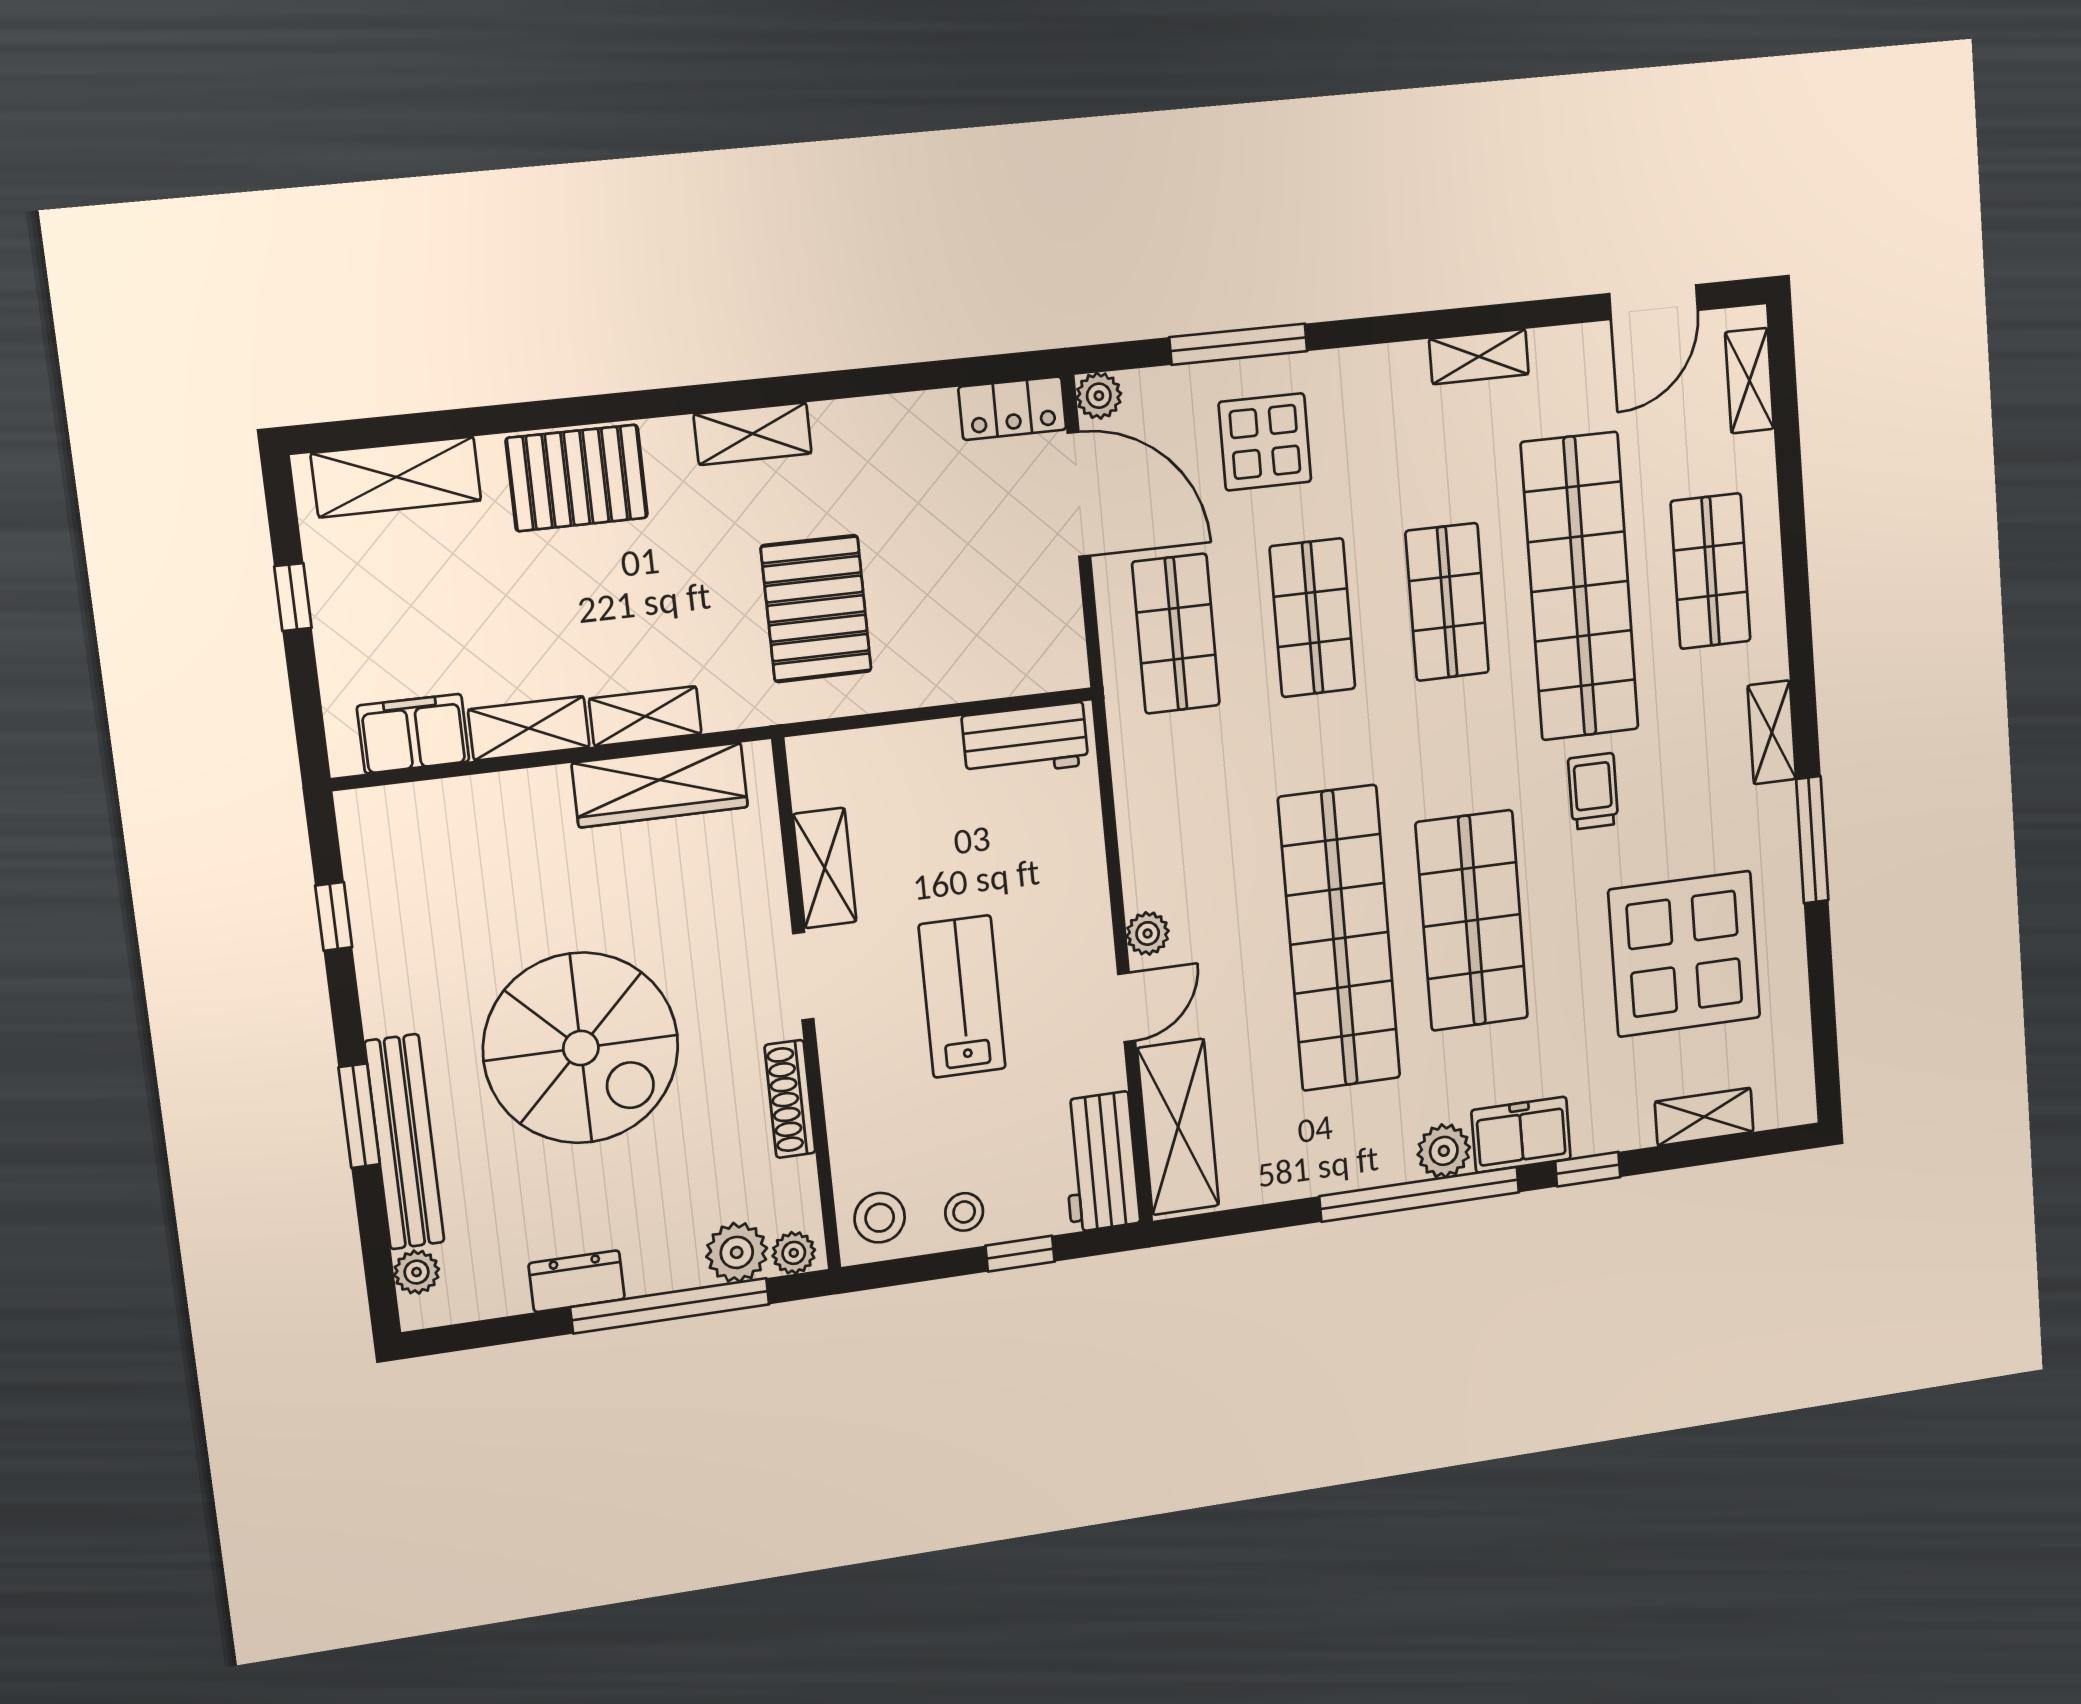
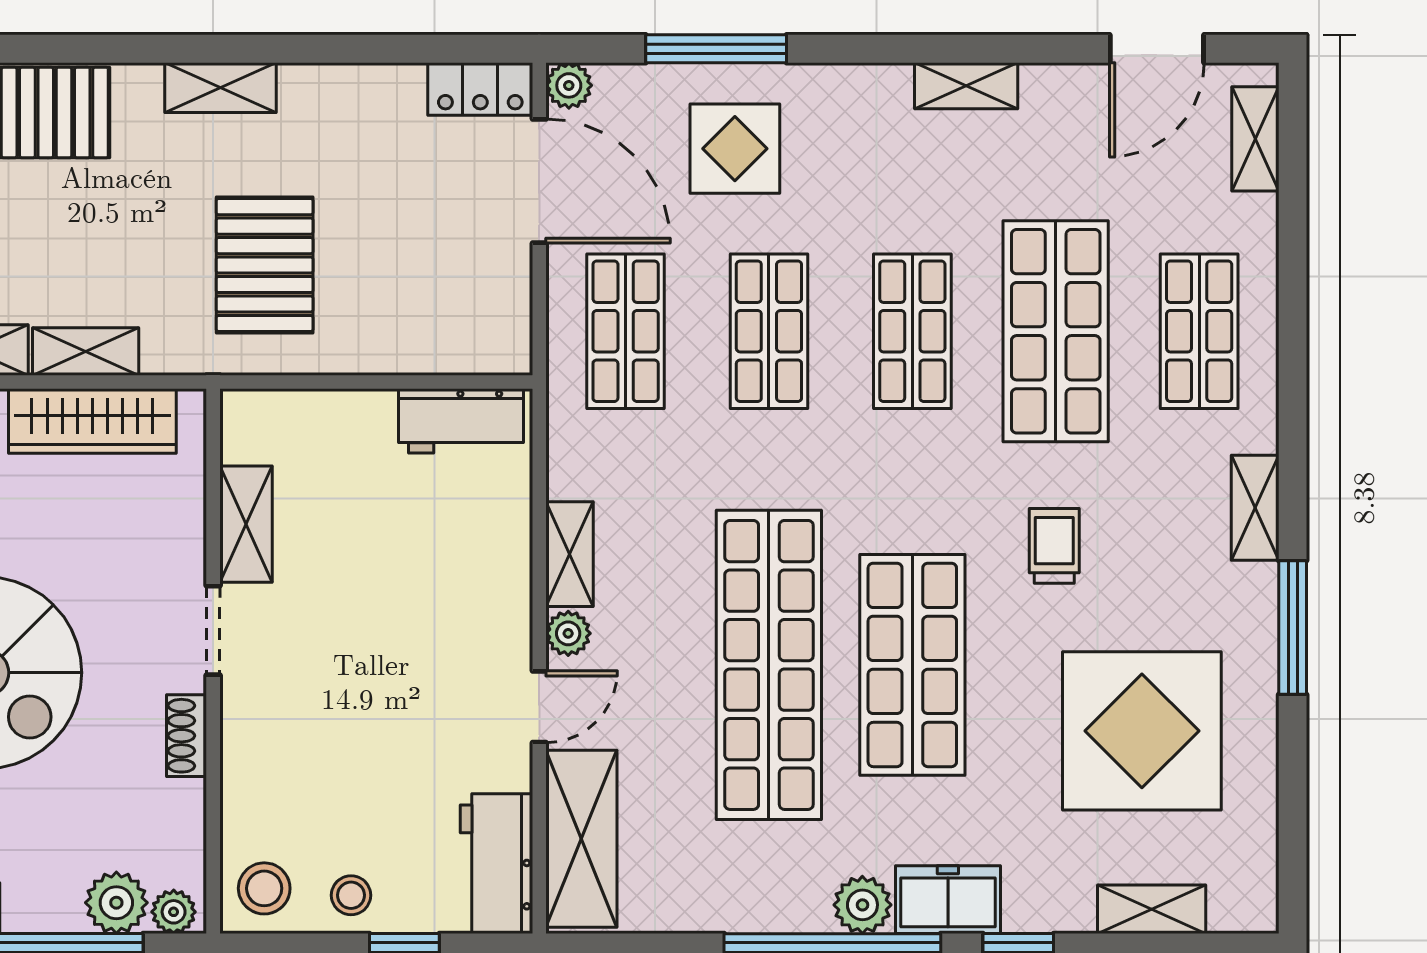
shop shelf: (1580, 586) -> (1056, 331), width x0.71
shelving: (1142, 857) -> (570, 554), added
lab bench: (962, 997) -> (371, 673), removed
shoe rack: (790, 1099) -> (187, 736), width x0.70

